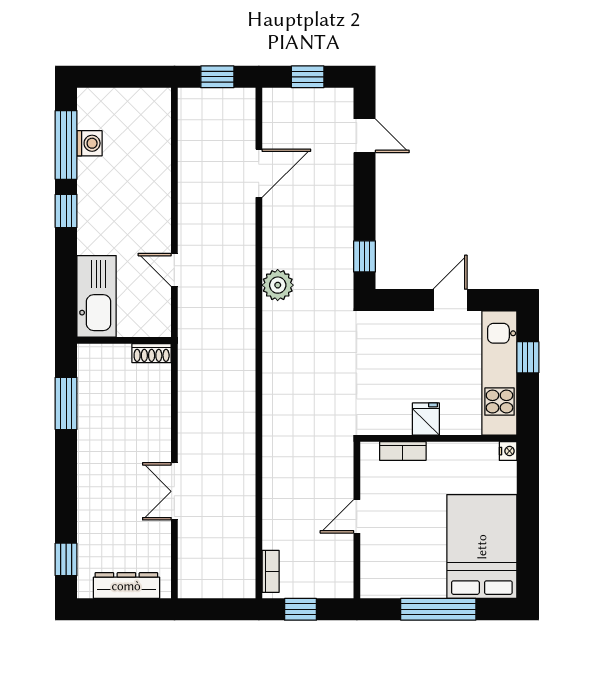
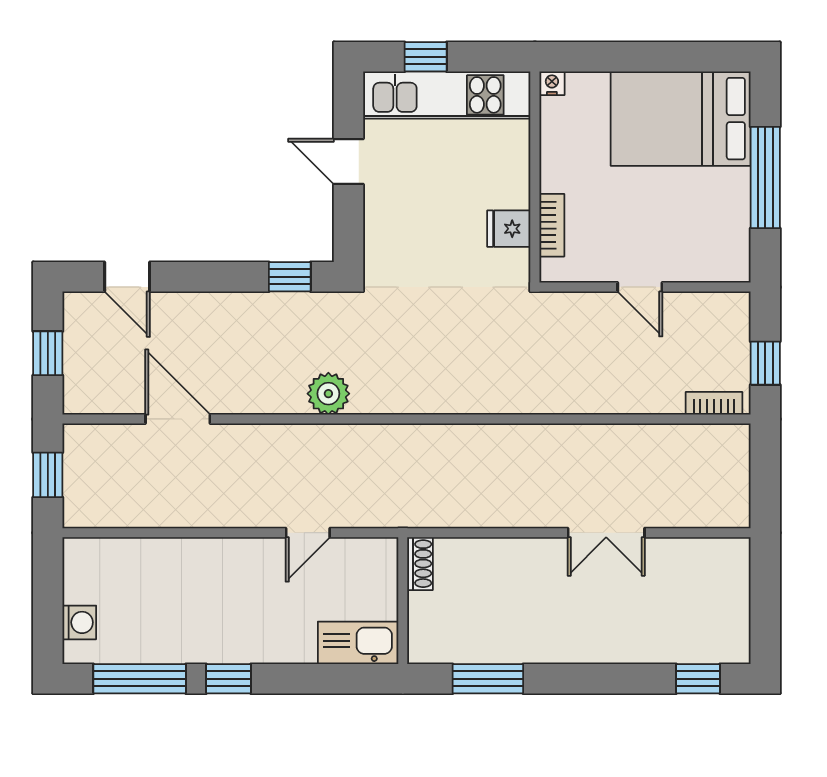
door: (365, 136) -> (127, 277), swing flipped
washing machine: (90, 143) -> (79, 622), moved, turned 90
kitchen sink: (97, 296) -> (358, 643), width x0.73, depth x0.81
fridge: (426, 419) -> (509, 229), moved
dresser: (126, 586) -> (733, 597), removed

